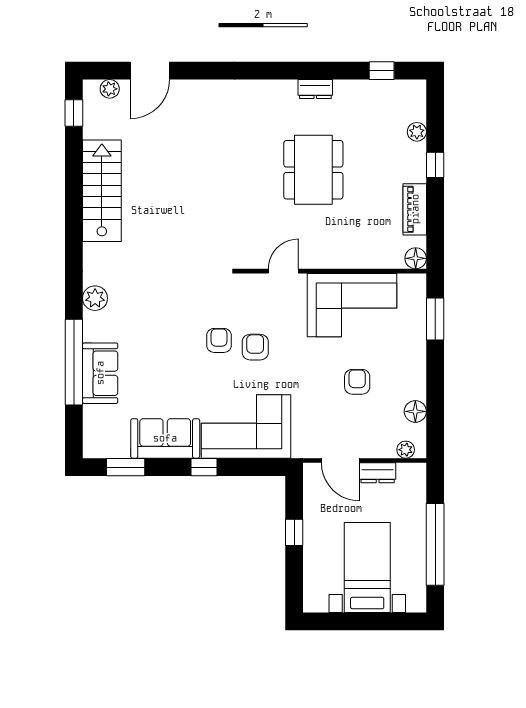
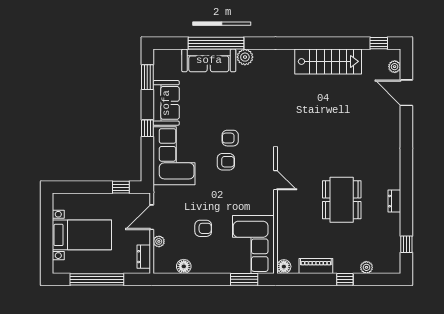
dining table: (313, 170) -> (342, 200), turned 90
plant: (95, 298) -> (245, 57), moved
corner sofa: (352, 305) -> (253, 244), moved
armchair: (219, 340) -> (230, 138), turned 180
sofa: (100, 373) -> (209, 60), width x1.36
plant: (406, 450) -> (159, 241), moved
dresser: (378, 473) -> (144, 257), moved
window: (294, 532) -> (121, 187), moved

